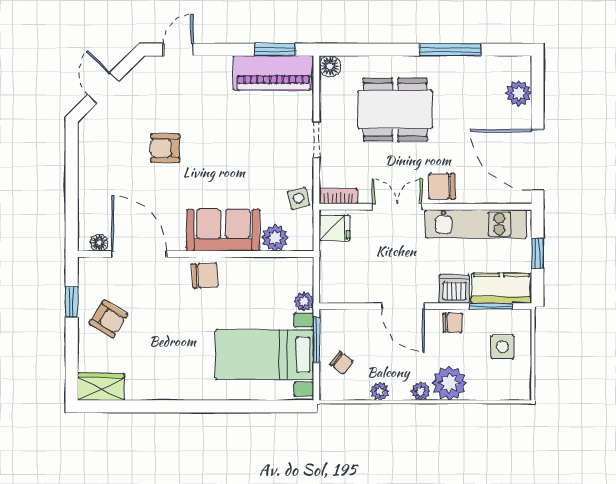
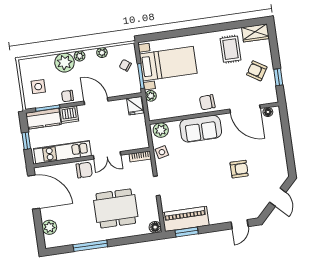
fridge: (335, 228) -> (135, 106), moved, turned -90
plant: (275, 238) -> (161, 130), moved
rug: (150, 364) -> (231, 49), added

